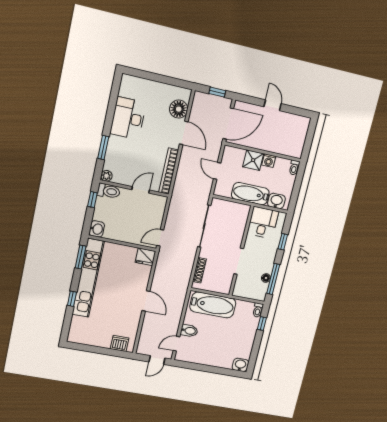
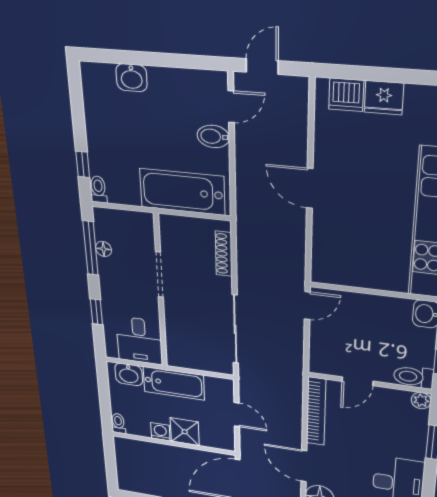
fridge: (145, 257) -> (384, 98), moved, turned 180
washbasin: (240, 365) -> (132, 78), moved

